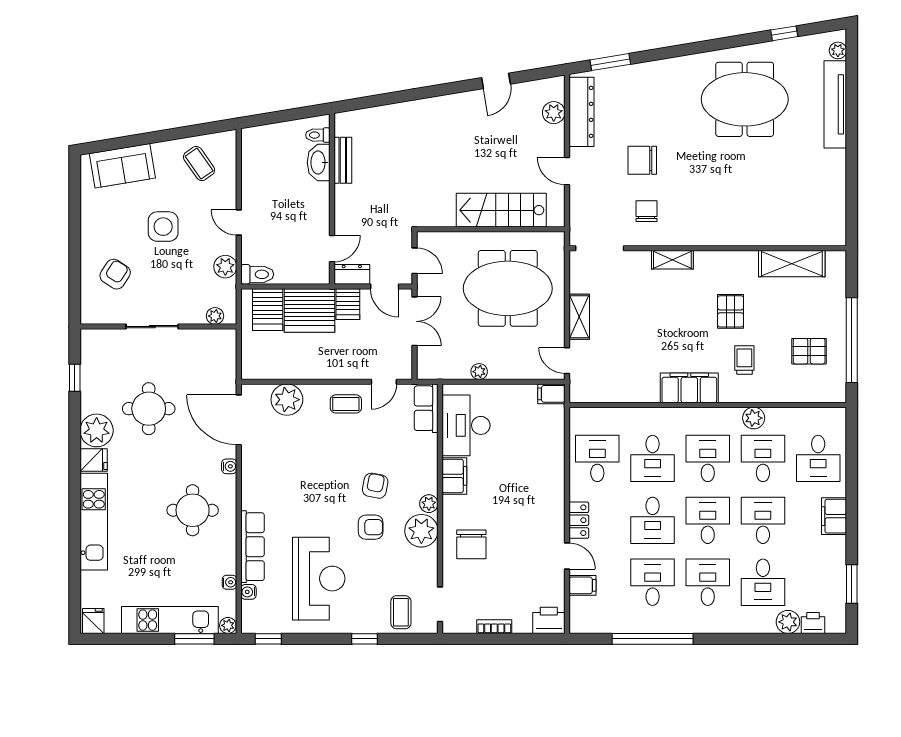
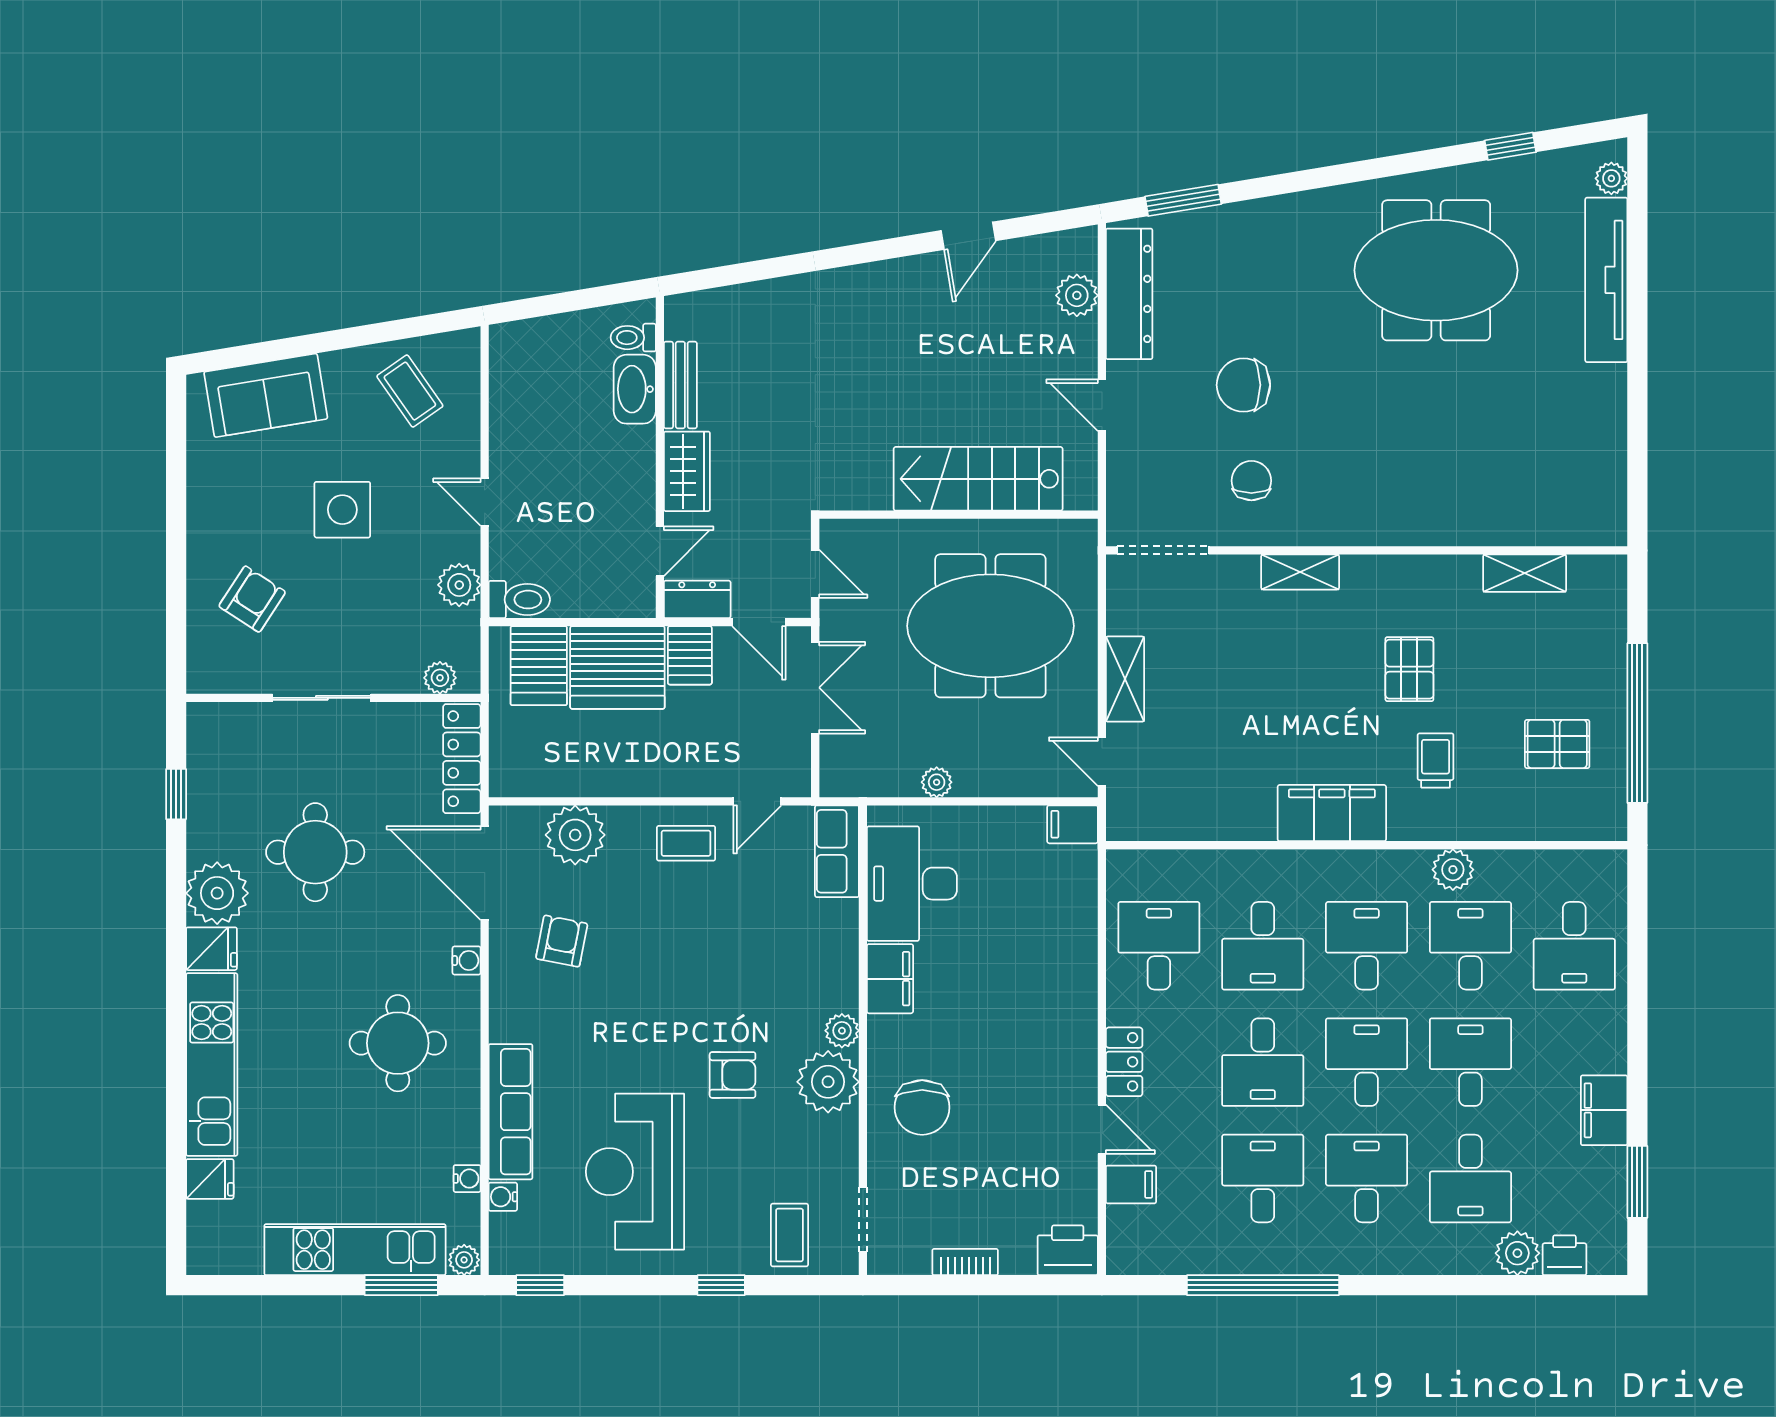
wardrobe: (346, 206) -> (687, 471), added
shelving: (792, 264) -> (1525, 573), width x0.67, depth x0.75
locker: (227, 359) -> (462, 759), added
armchair: (375, 486) -> (562, 941), moved
filing cabinet: (834, 516) -> (1604, 1110), moved
reception desk: (319, 579) -> (635, 1172), turned 180
fridge: (93, 621) -> (210, 1179), moved, turned 90

